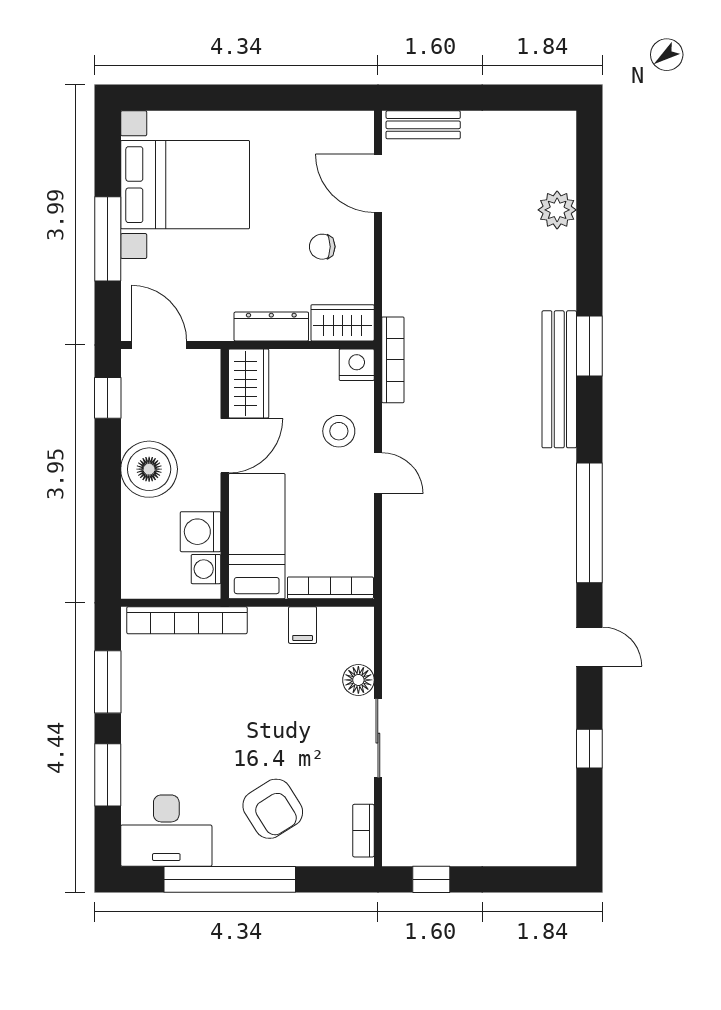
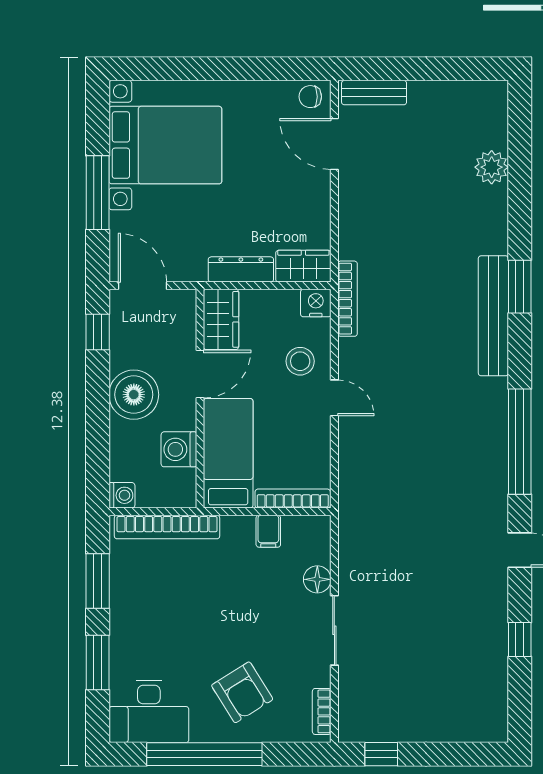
chair: (322, 247) -> (310, 97), moved
washing machine: (206, 569) -> (122, 495), moved, turned 180

